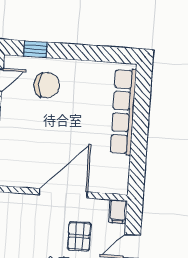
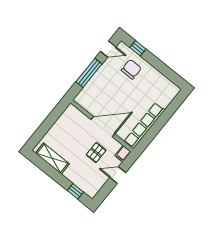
chair: (47, 85) -> (131, 69), turned -90
row of seats: (123, 112) -> (144, 126), moved

